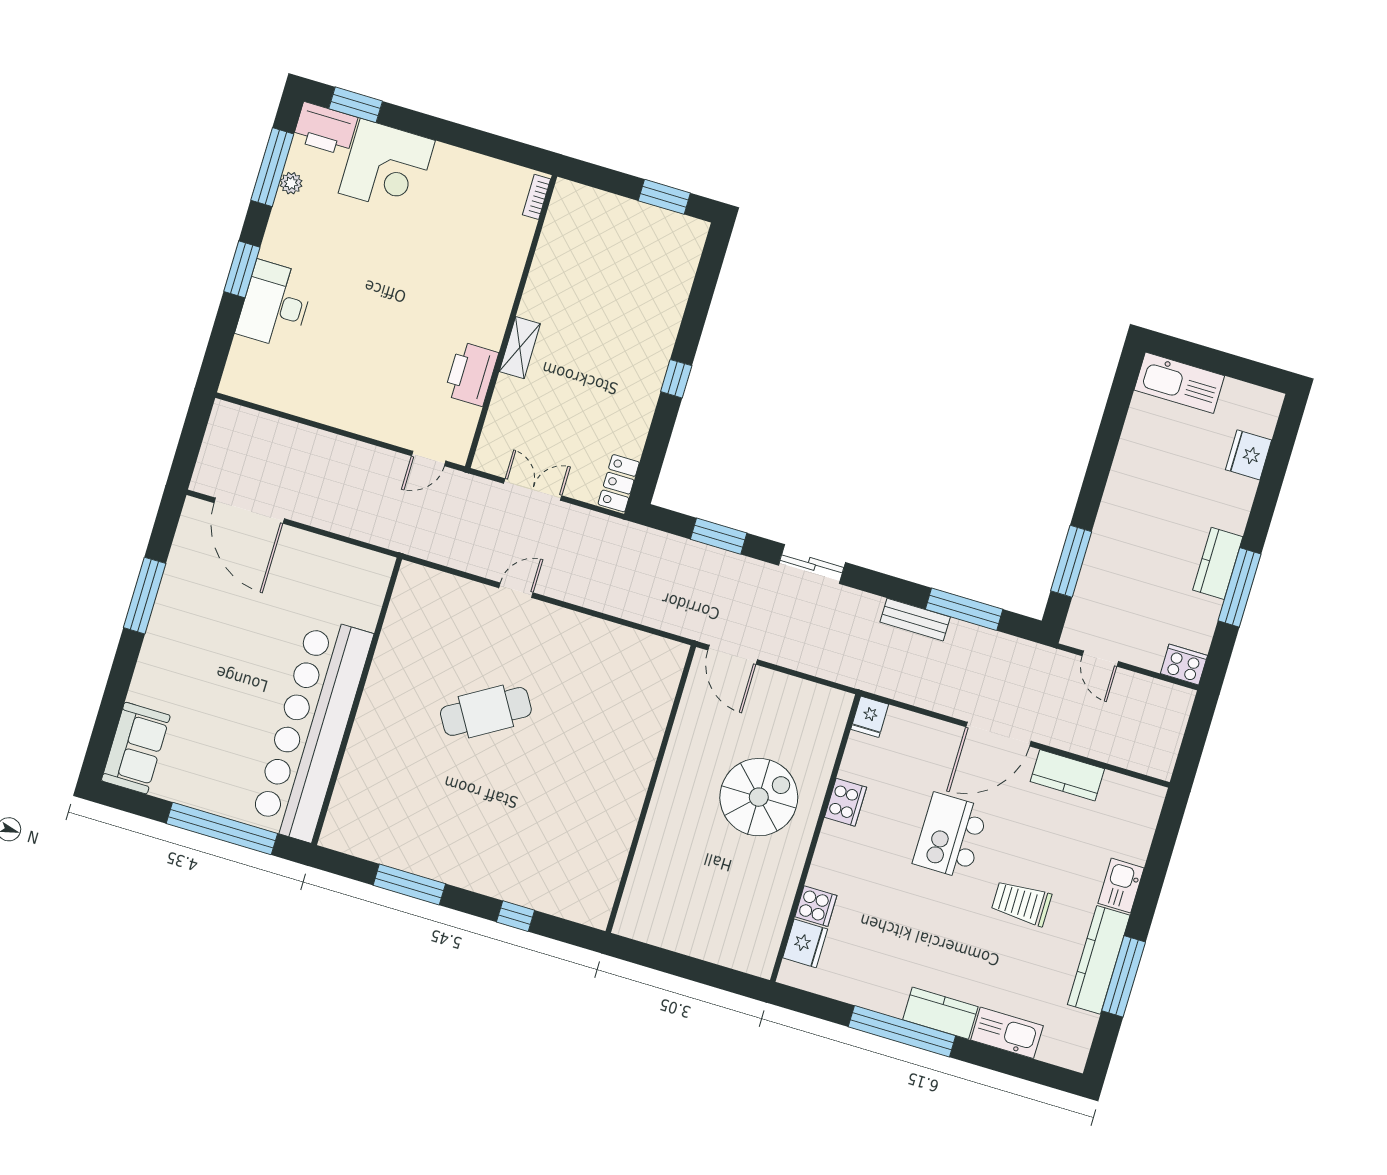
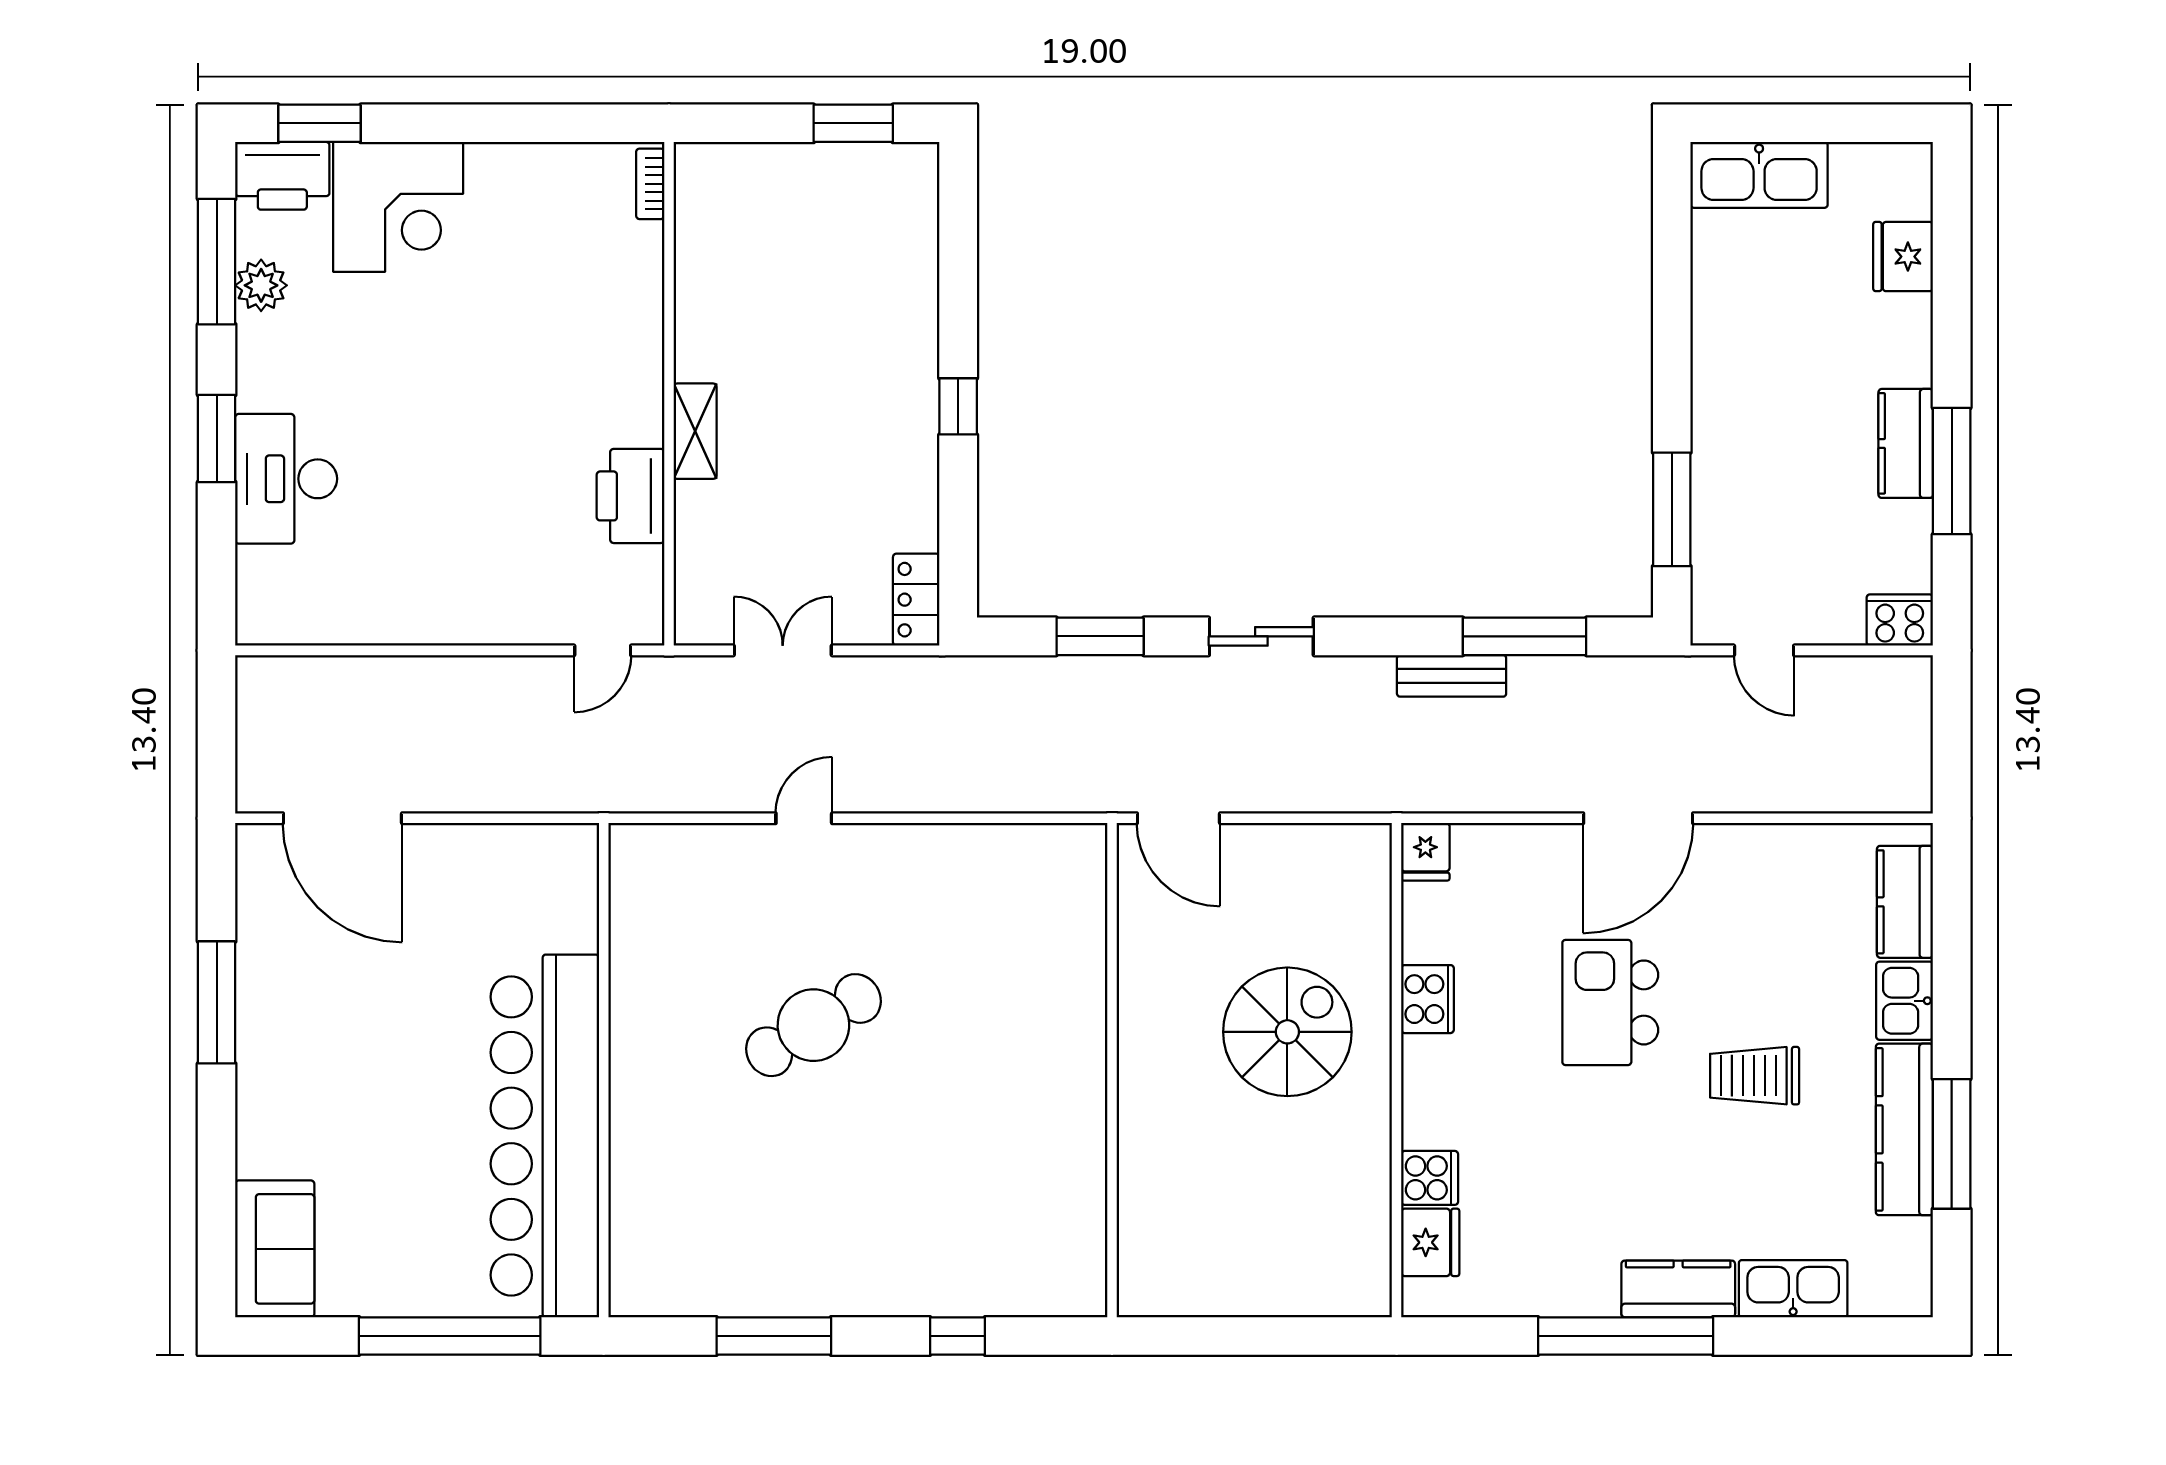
plant: (291, 183) -> (261, 285), width x1.38, depth x1.38
kitchen counter: (1067, 775) -> (1905, 902), moved, turned 90

